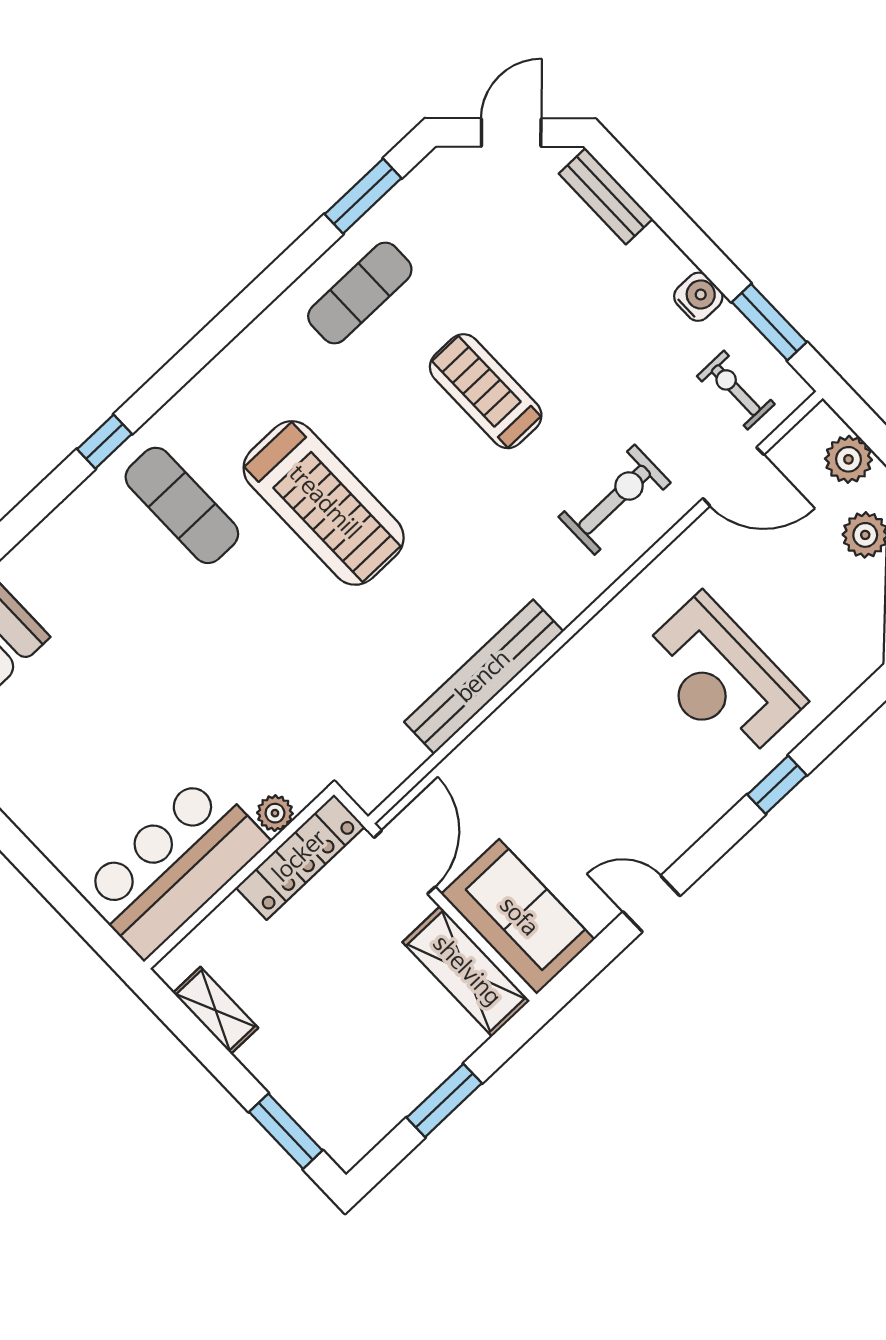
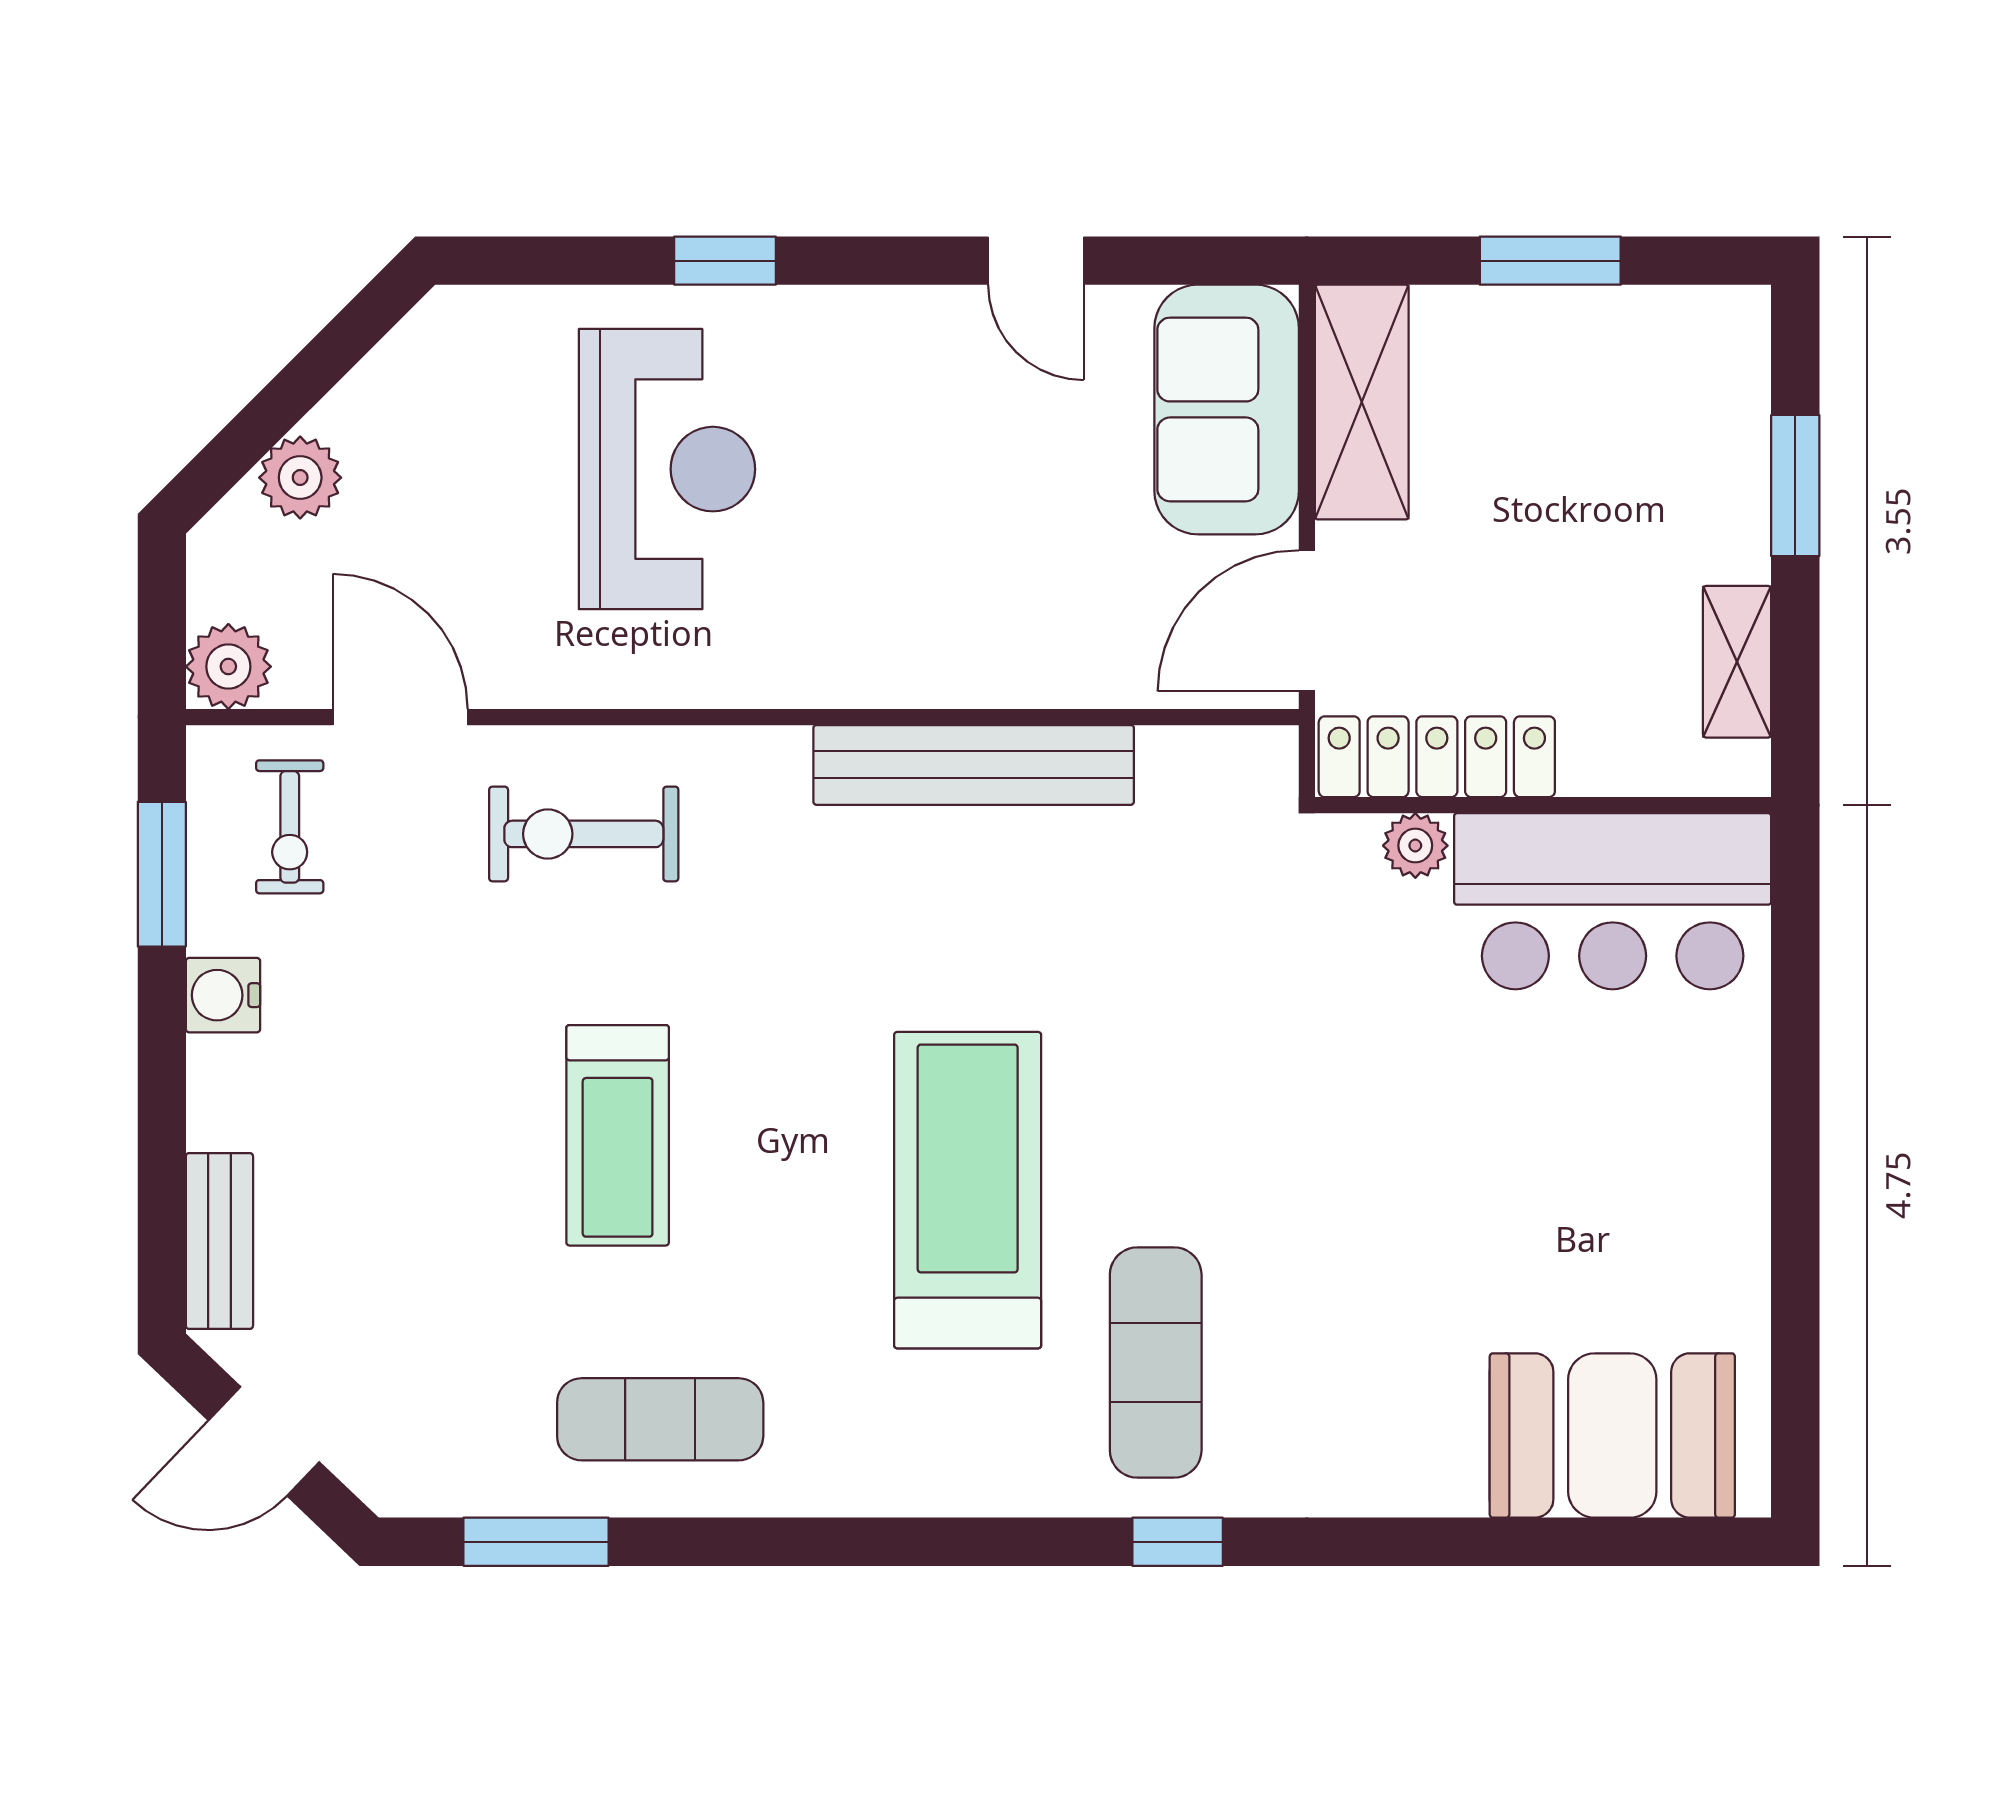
plant: (848, 459) -> (228, 667), moved
window: (286, 1131) -> (1795, 486), moved

